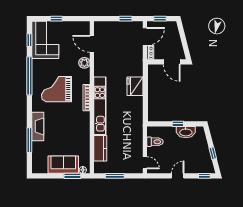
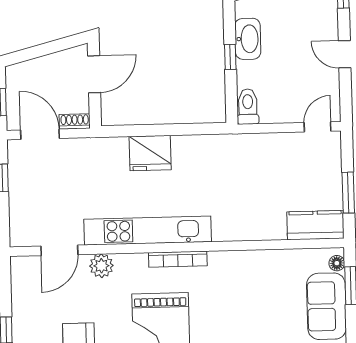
kitchen unit: (100, 106) -> (148, 231), moved
toilet: (155, 142) -> (248, 107), moved
kitchen counter: (100, 148) -> (315, 225), moved

